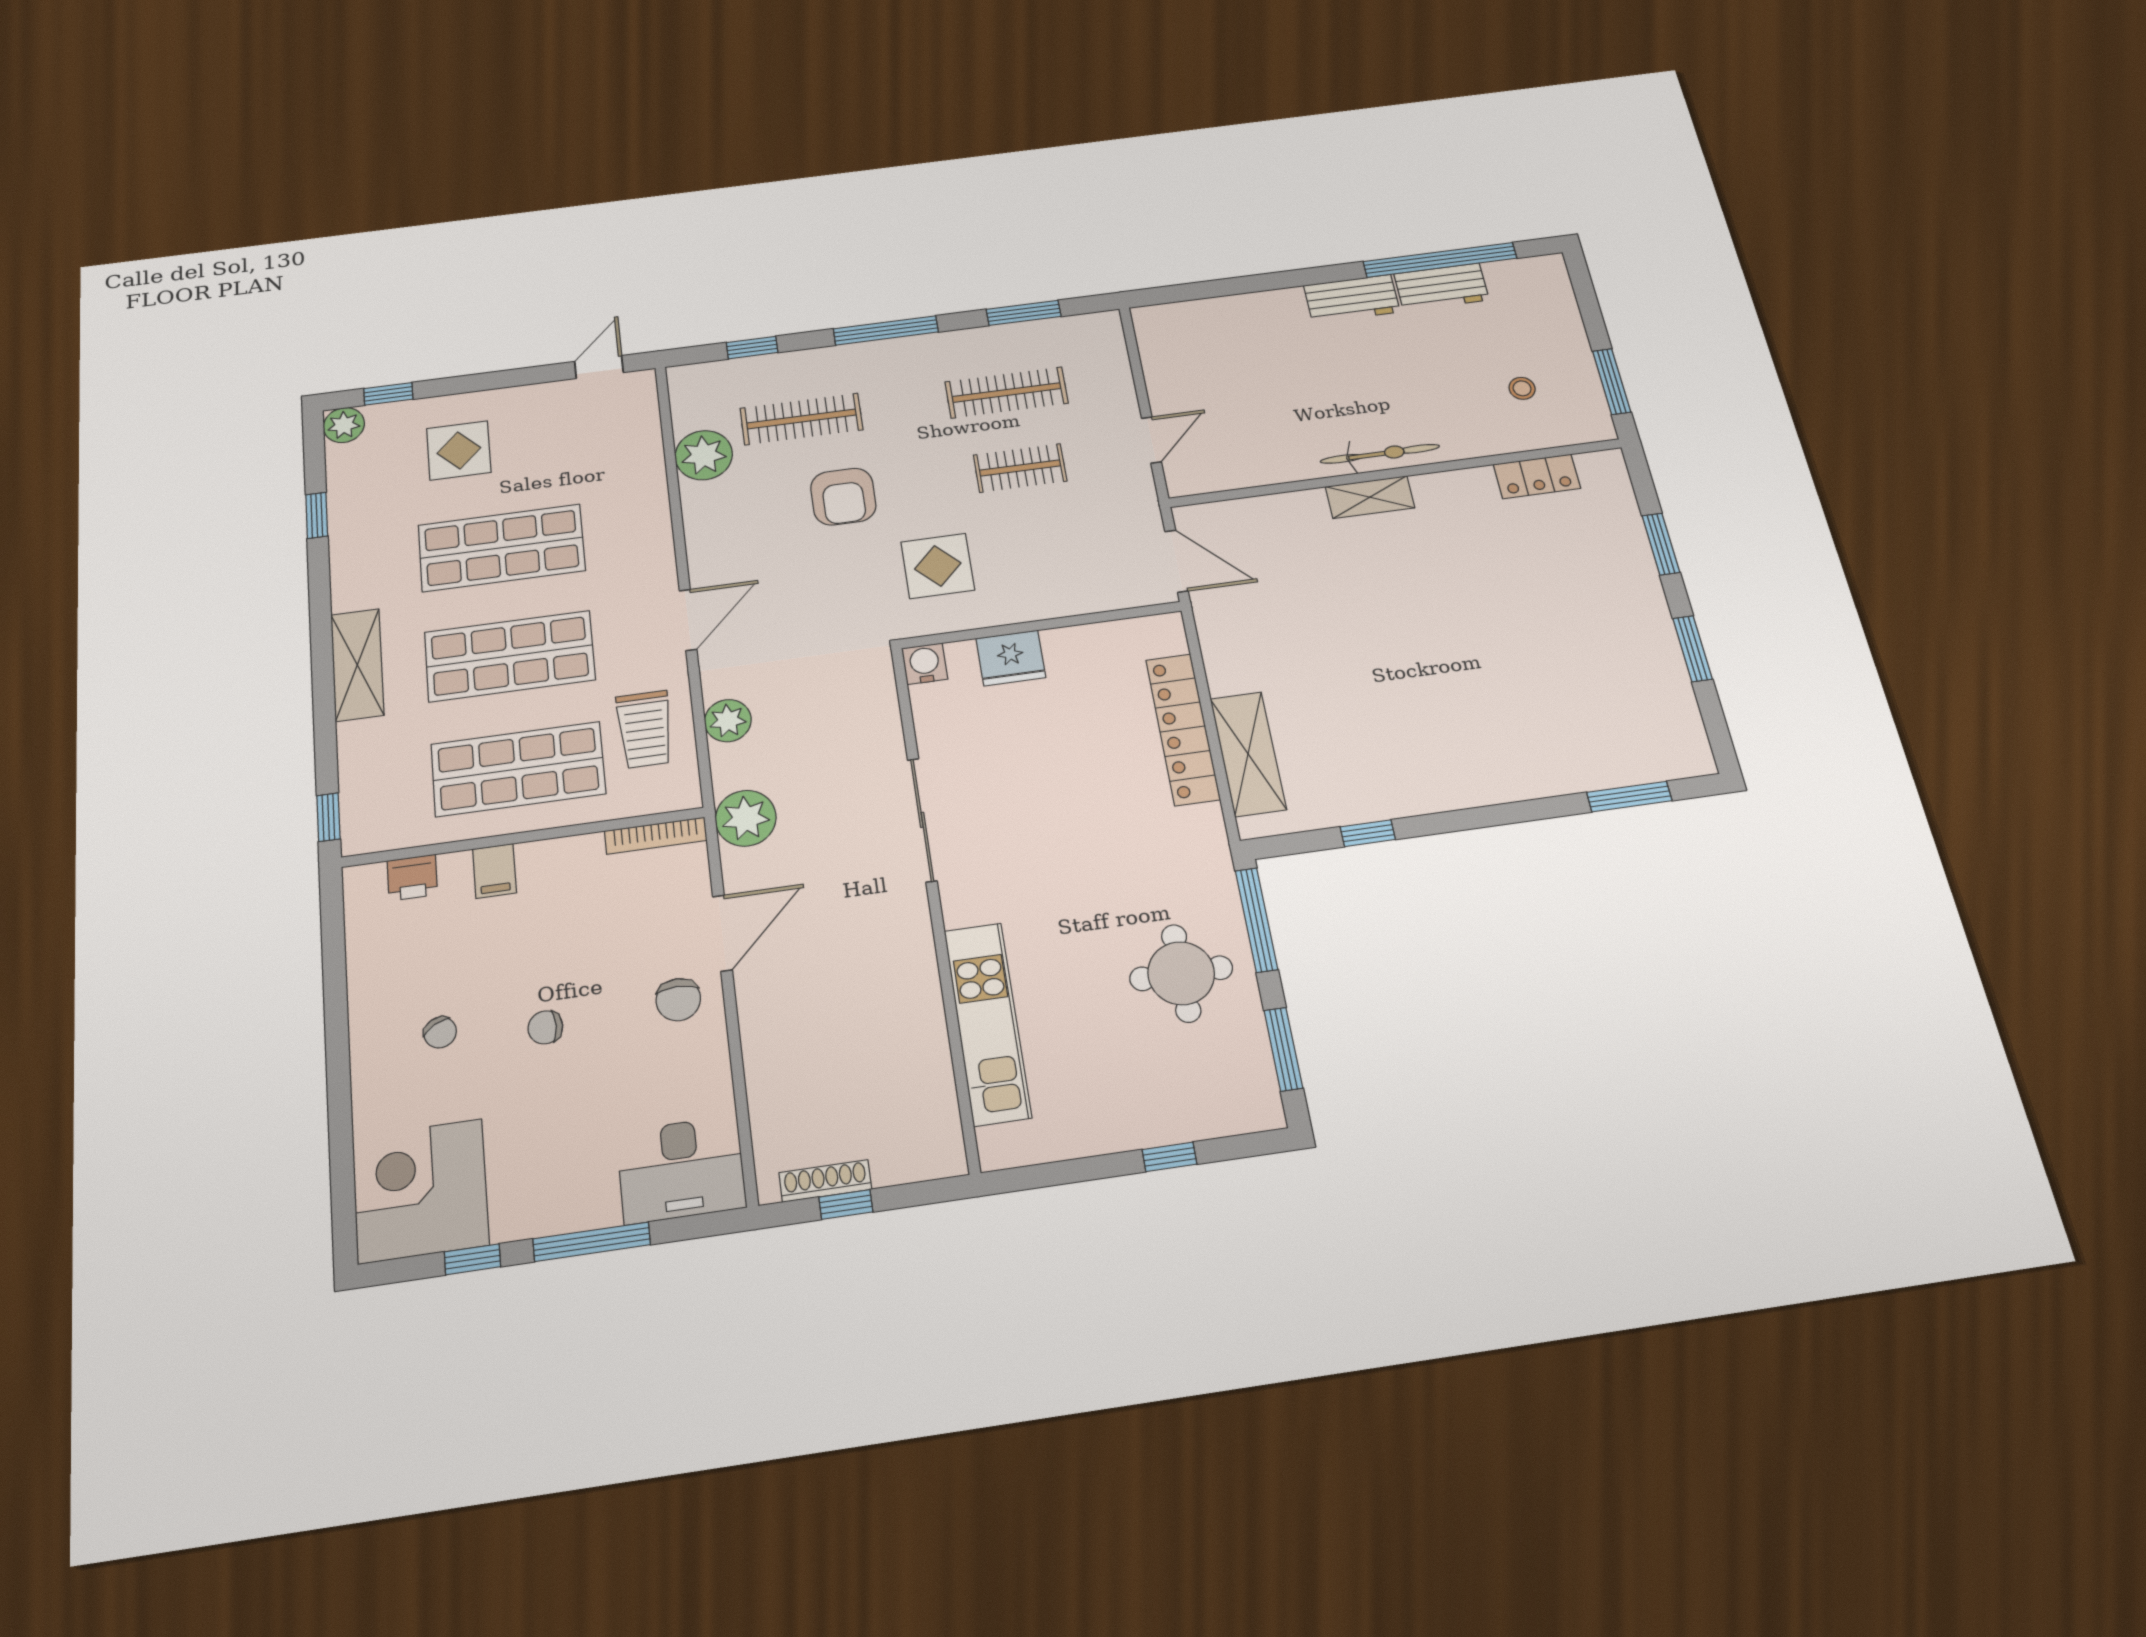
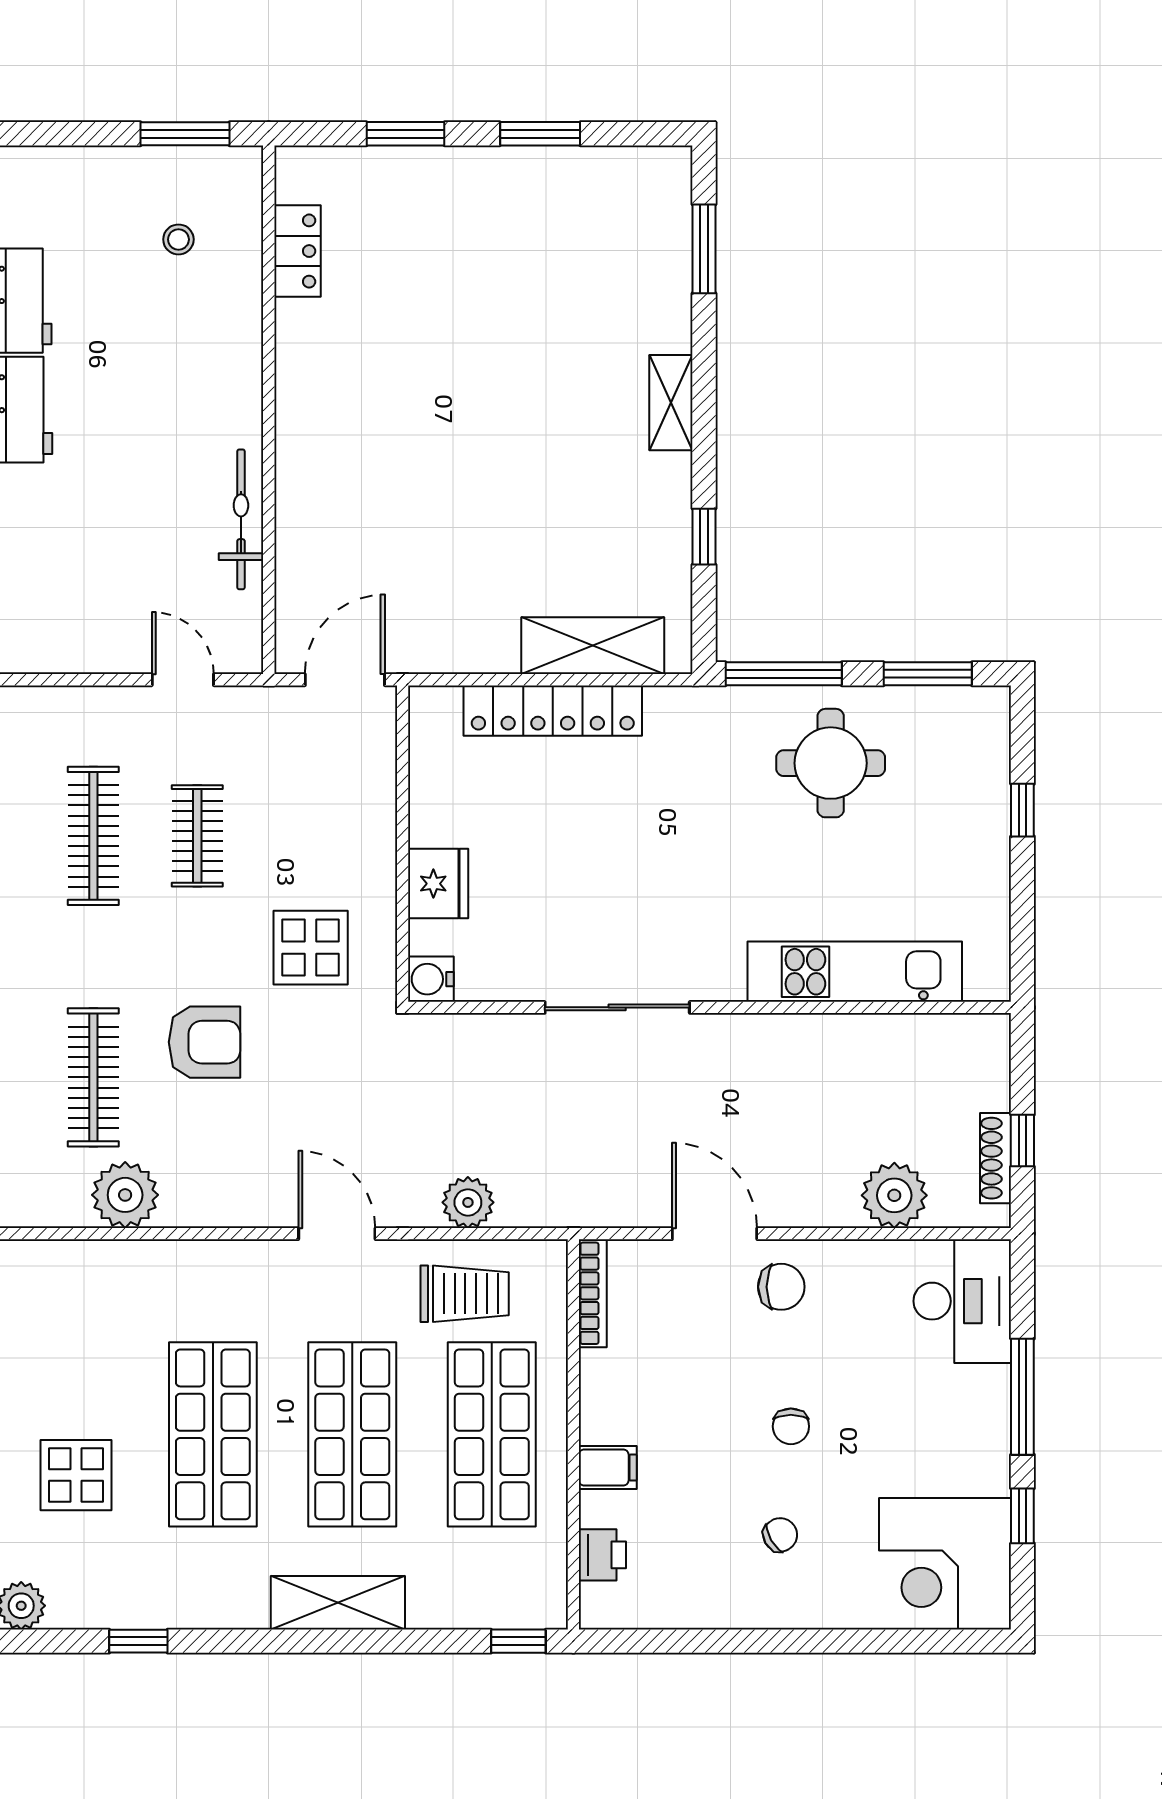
bicycle: (1380, 454) -> (241, 519), moved
shelving: (1370, 497) -> (671, 403), moved
plant: (746, 818) -> (894, 1195), moved

